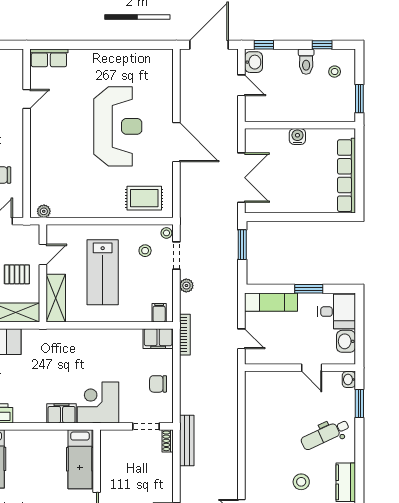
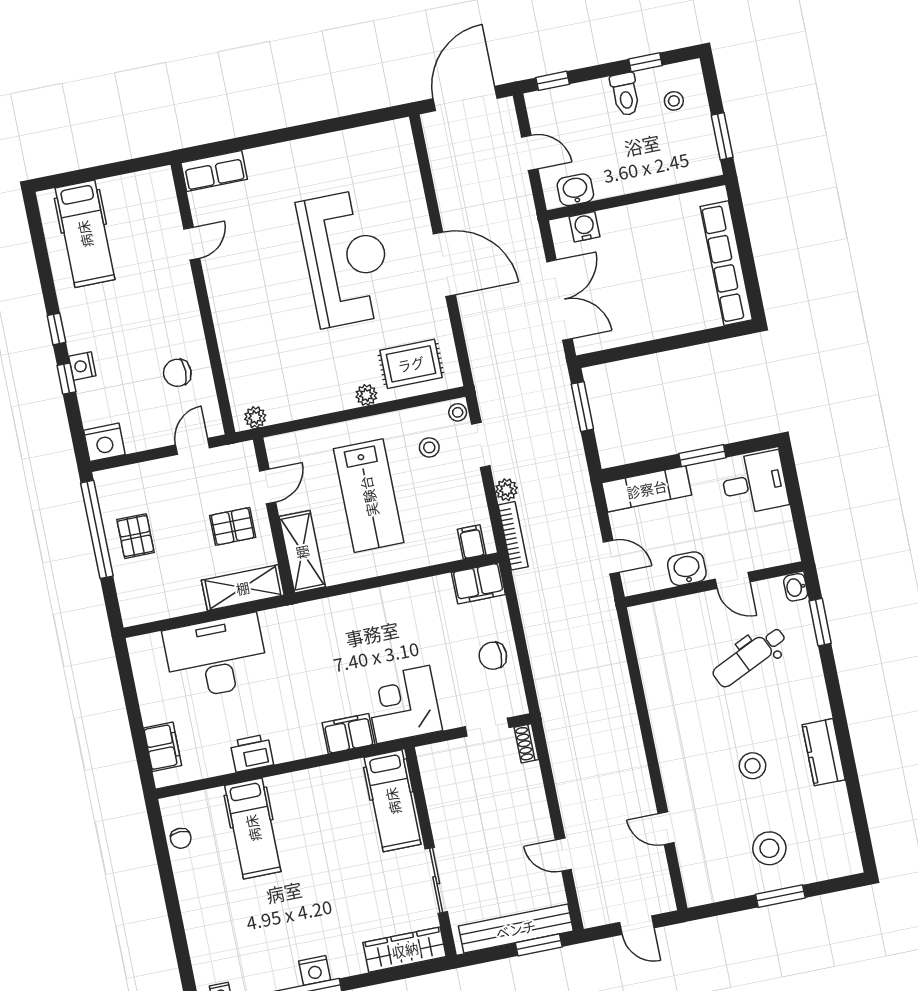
washbasin: (254, 62) -> (575, 190), moved, turned -90
water cooler: (297, 137) -> (585, 227), moved
plant: (114, 211) -> (366, 395), added
bookcase: (185, 335) -> (513, 536), moved
washbasin: (346, 341) -> (687, 569), moved, turned 90
dental chair: (325, 434) -> (749, 657), moved
bench: (187, 440) -> (557, 737), removed

